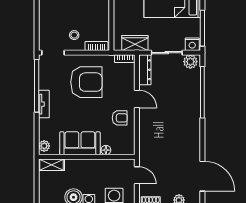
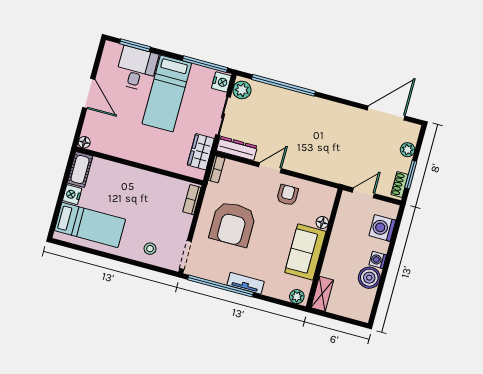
stool: (74, 35) -> (150, 249), moved
armchair: (86, 82) -> (233, 224), turned 180

